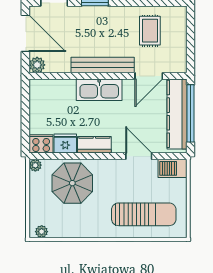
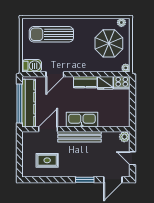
rug: (150, 31) -> (47, 160), turned 90
door: (25, 33) -> (132, 158), width x0.53
door: (139, 156) -> (55, 74), hinge flipped
parasol: (72, 183) -> (109, 43), moved

